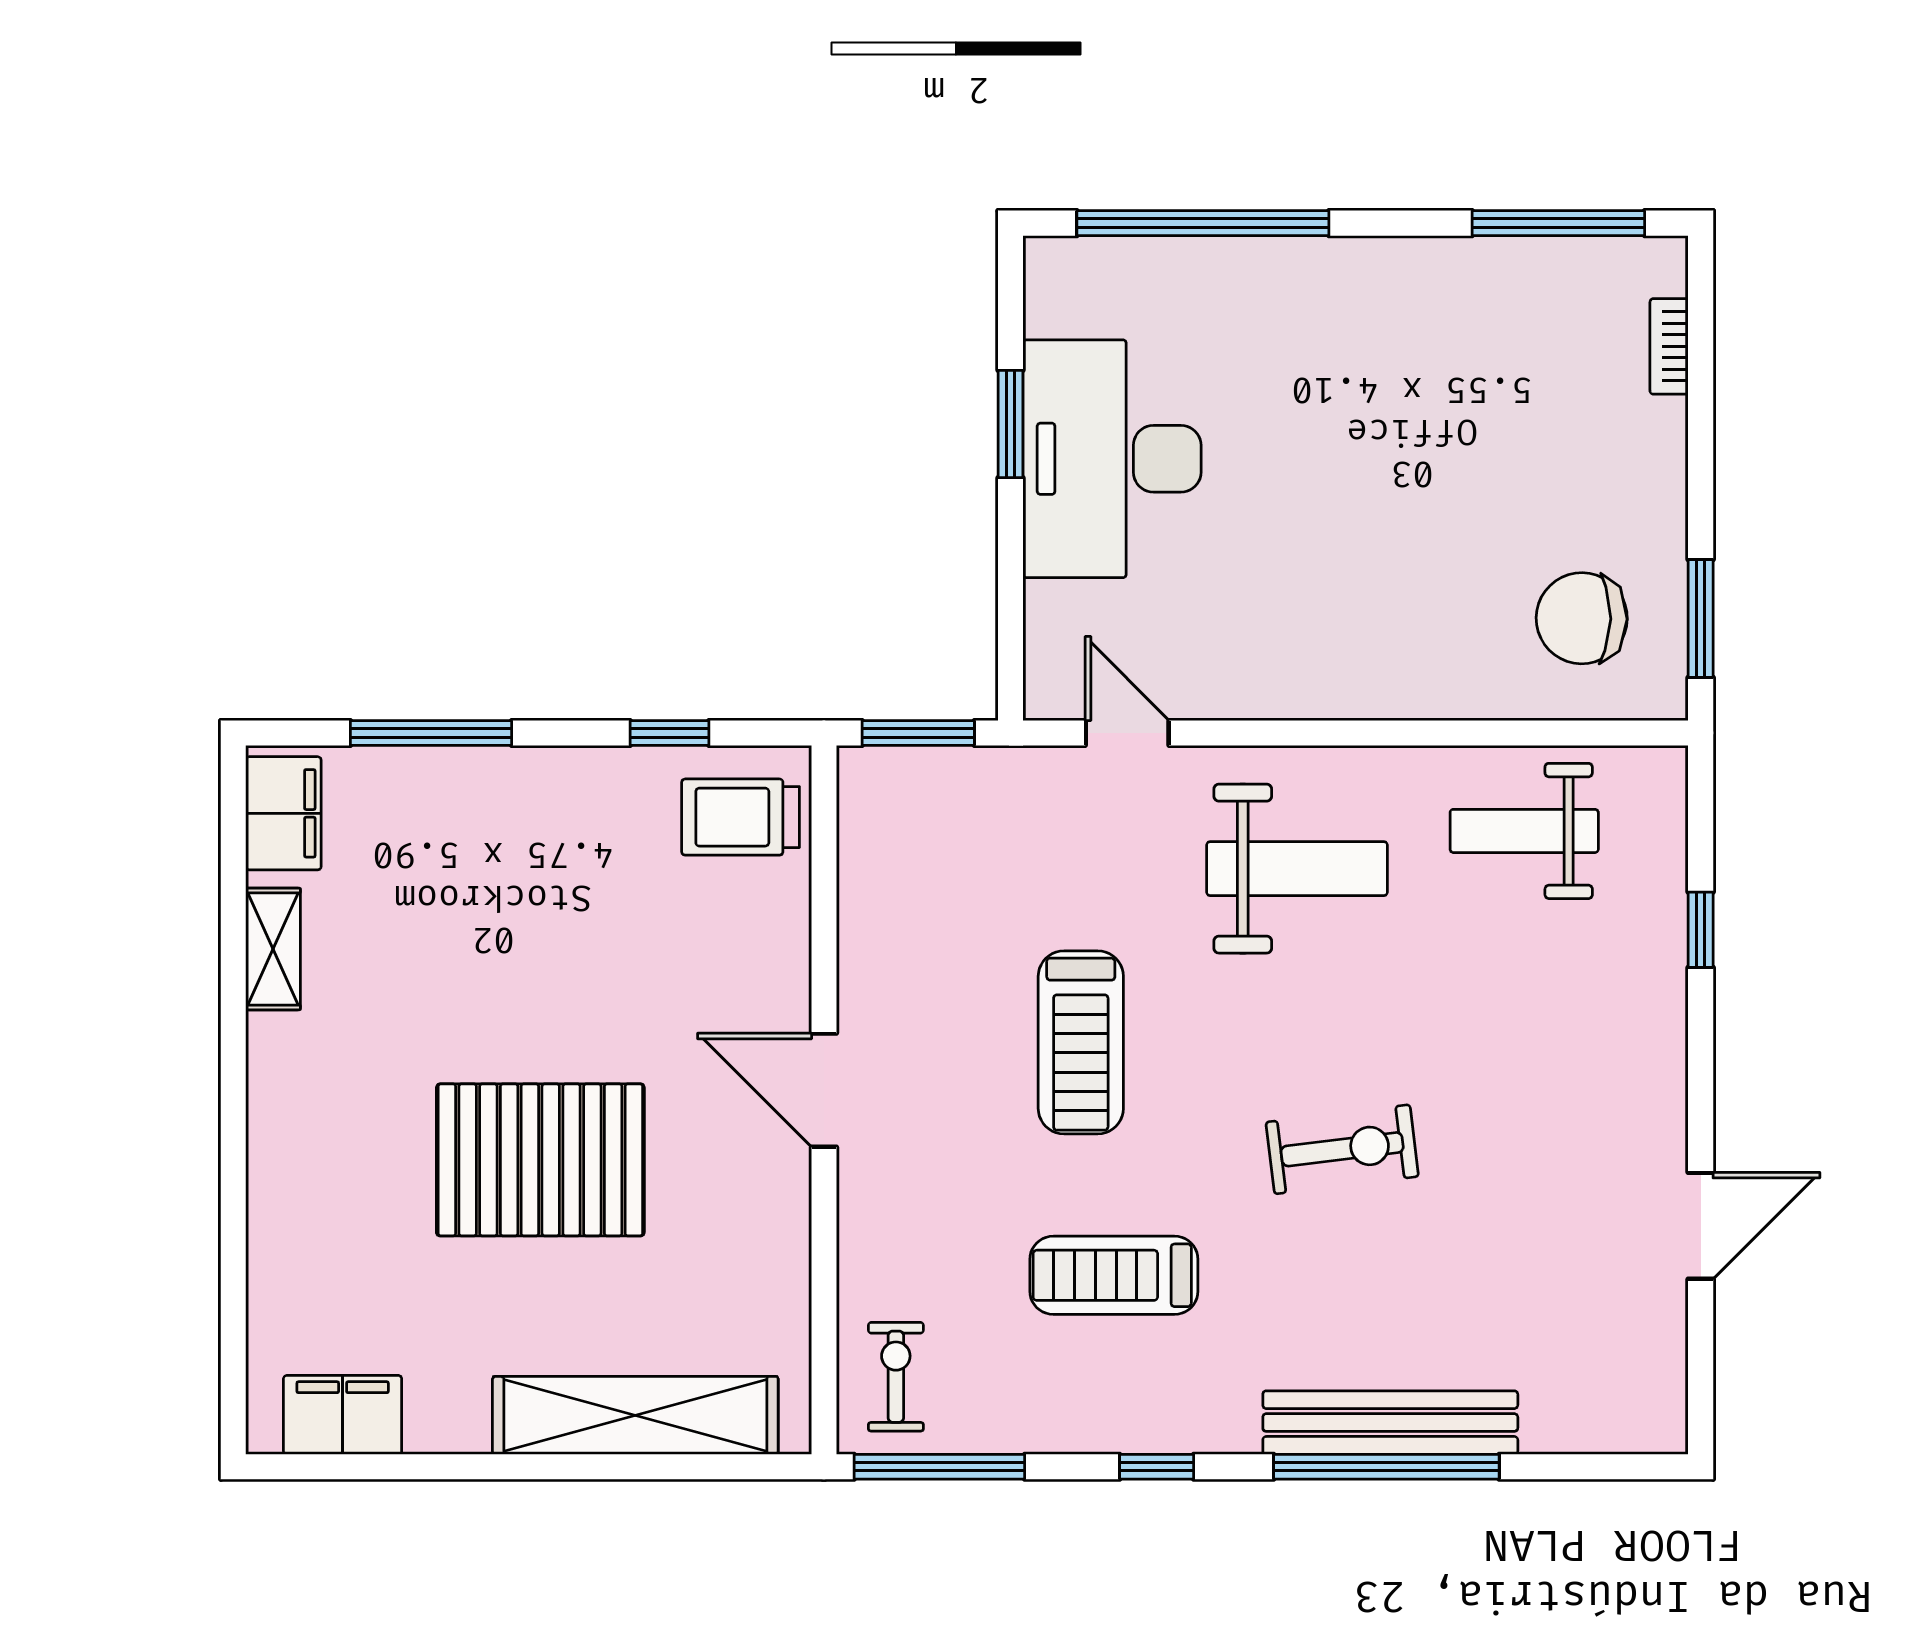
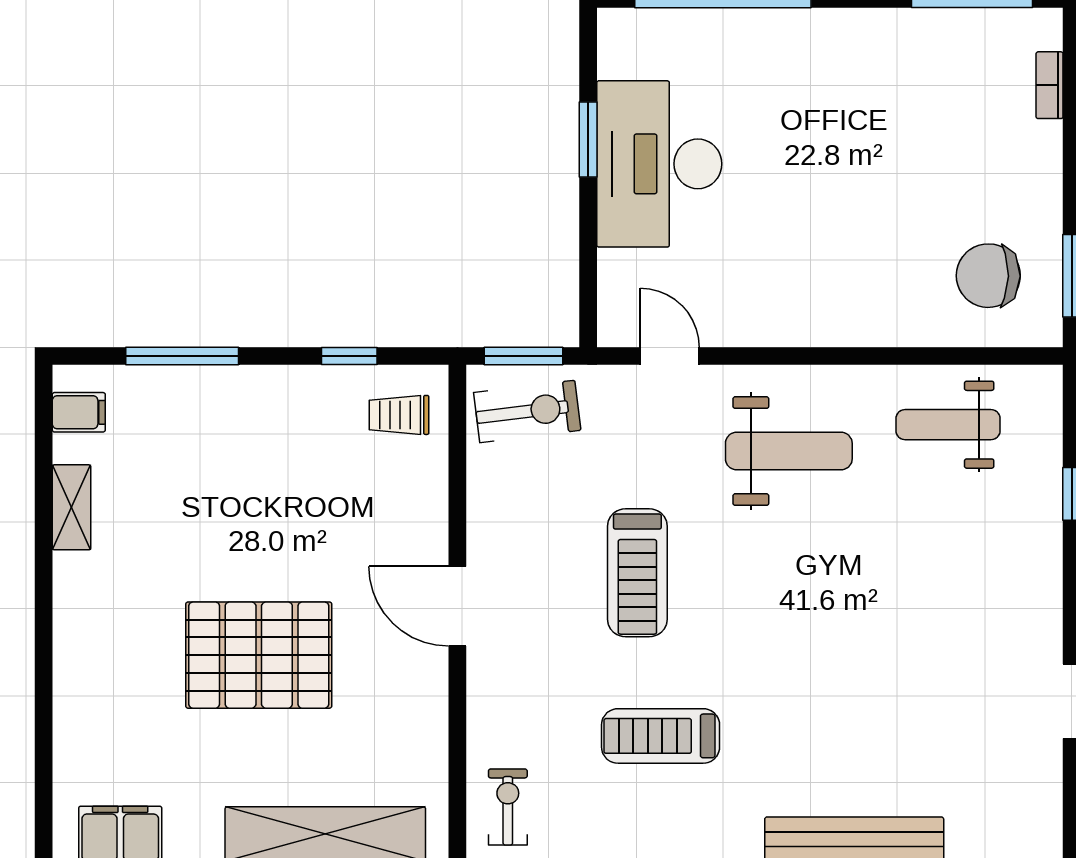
filing cabinet: (283, 813) -> (79, 412), width x0.50
trolley: (741, 817) -> (399, 415), width x0.73, depth x0.72
exercise bike: (1342, 1149) -> (527, 411), moved

